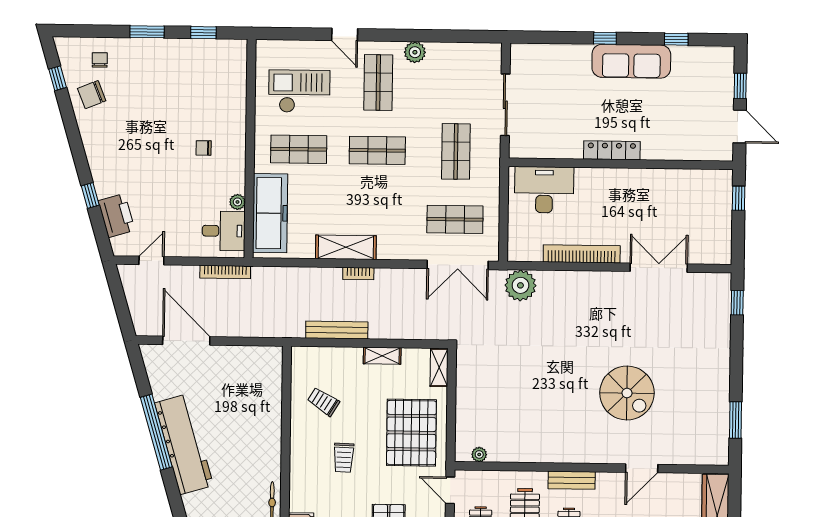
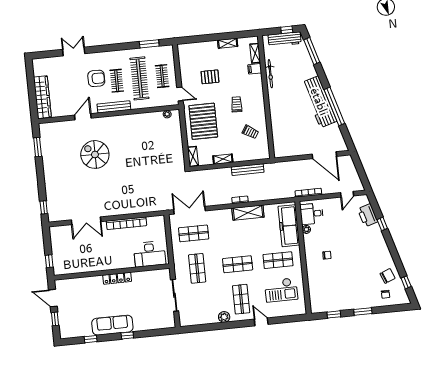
plant: (520, 285) -> (156, 203), removed
bench: (572, 480) -> (114, 107), width x1.36

